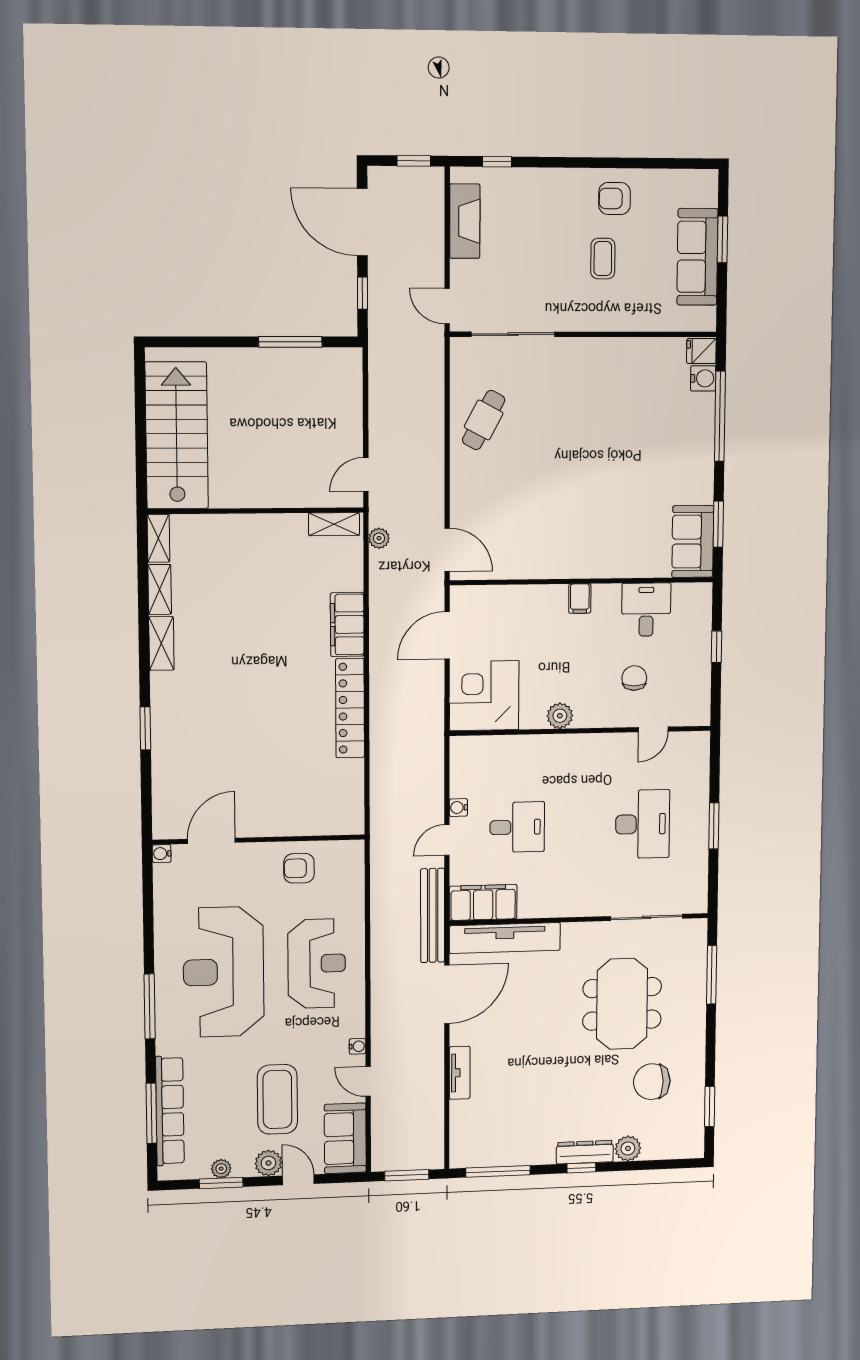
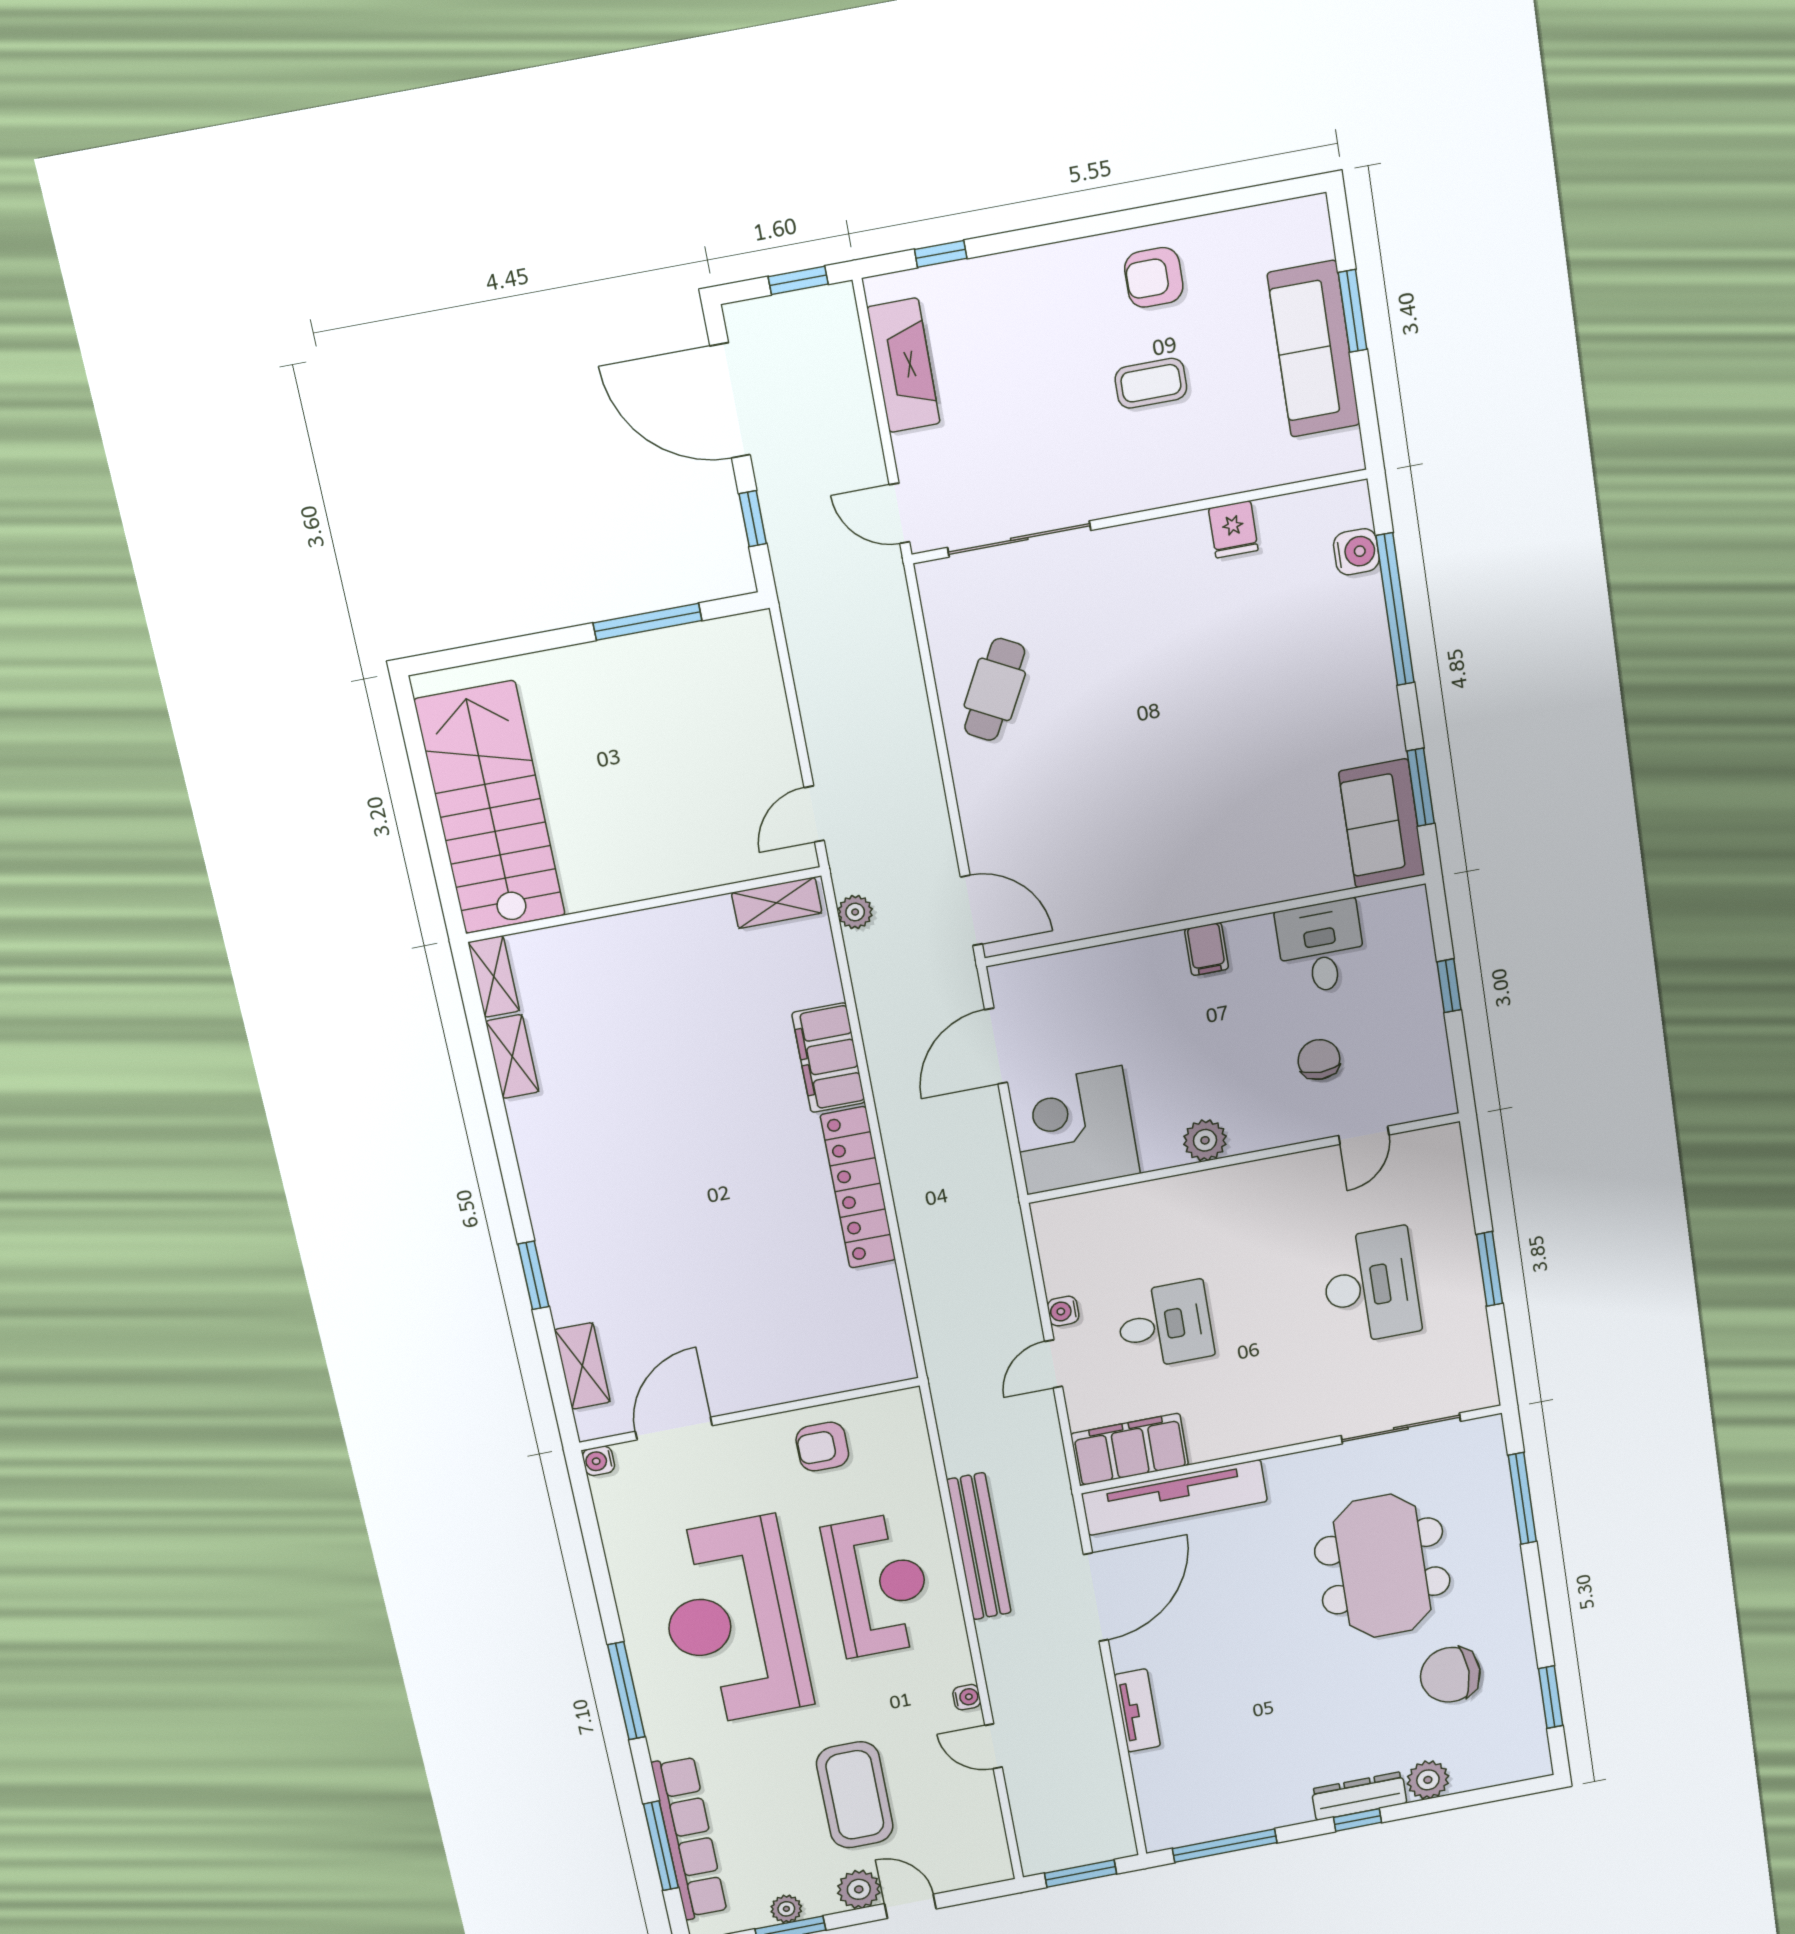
coffee table: (603, 259) -> (1151, 383), turned 90
fridge: (701, 351) -> (1233, 529), moved, turned -90
shelving: (161, 643) -> (582, 1366), moved
bench: (433, 915) -> (979, 1546), moved
sofa: (345, 1138) -> (973, 1835), removed

